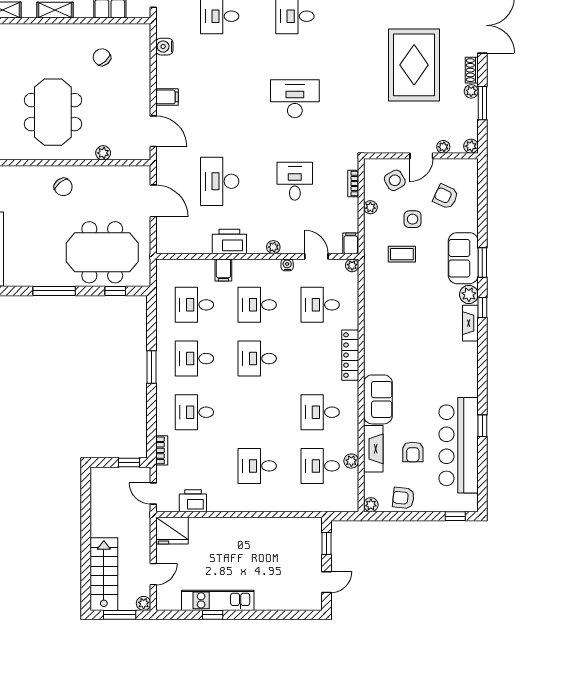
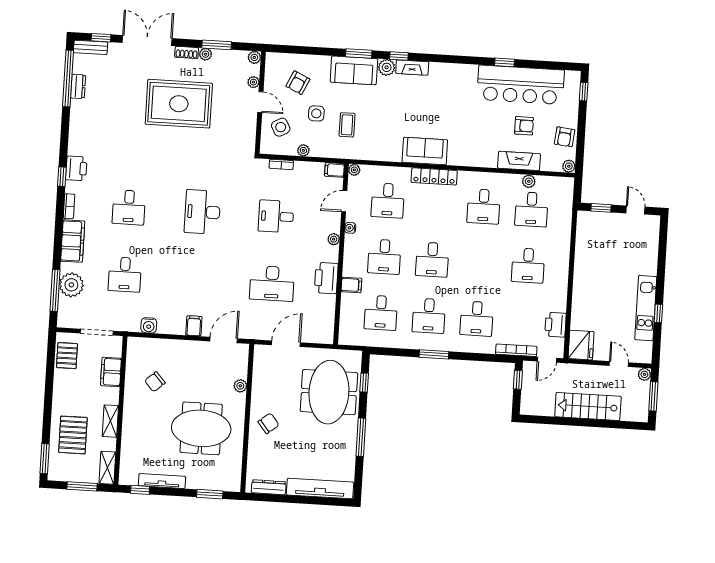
sofa: (378, 399) -> (425, 151), moved
bookcase: (162, 450) -> (516, 350), width x1.56
stairs: (104, 574) -> (588, 406), moved

